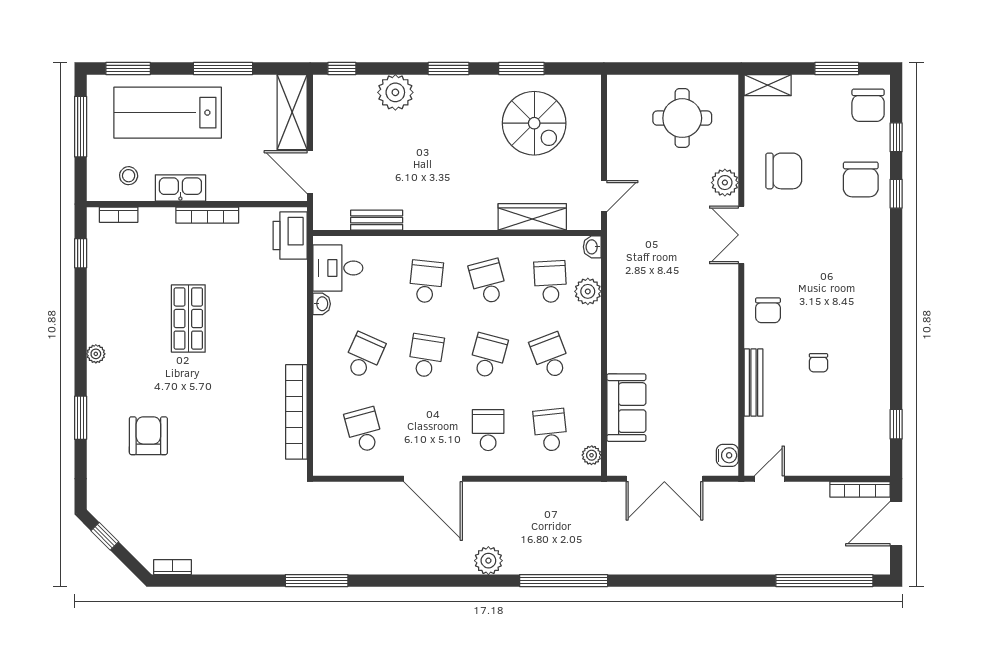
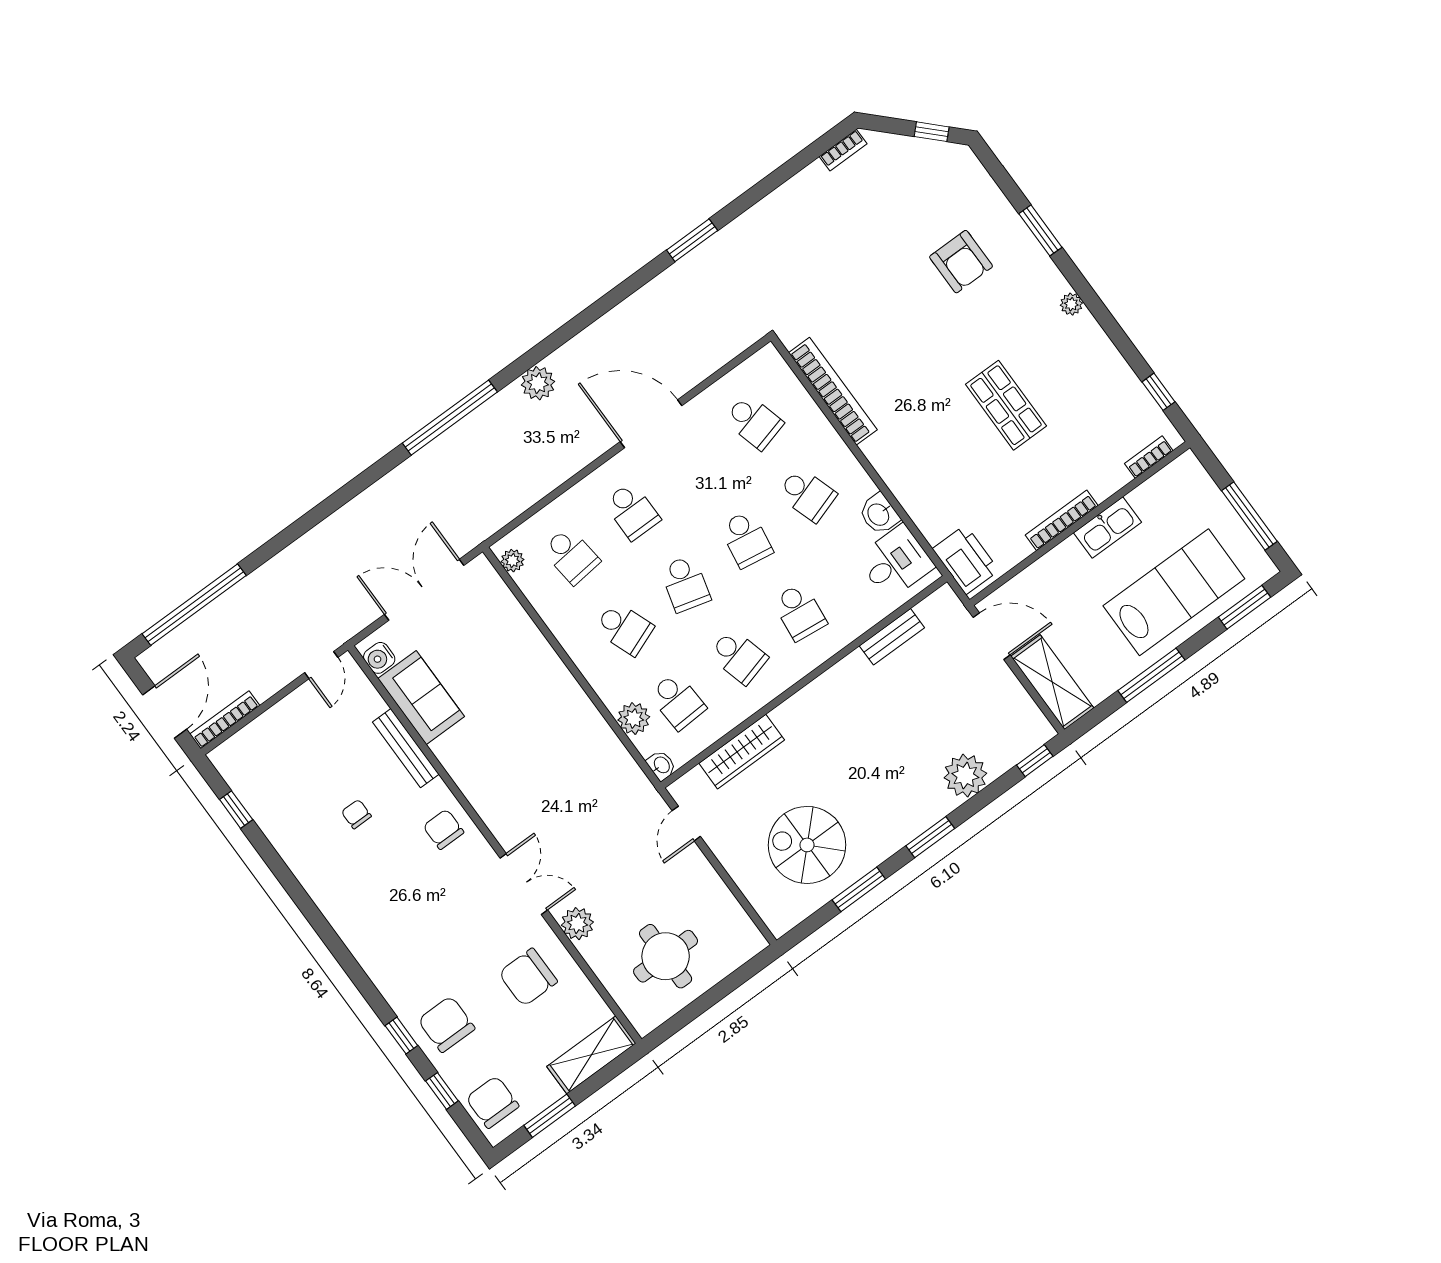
shelving: (768, 85) -> (591, 1055), width x1.50, depth x1.33
stool: (129, 176) -> (1167, 502), removed
washbasin: (322, 304) -> (879, 514), width x1.38, depth x1.45
school desk: (364, 356) -> (807, 495), turned -42
sofa: (626, 408) -> (421, 698), moved, turned 180
window: (317, 581) -> (692, 240), width x0.69

